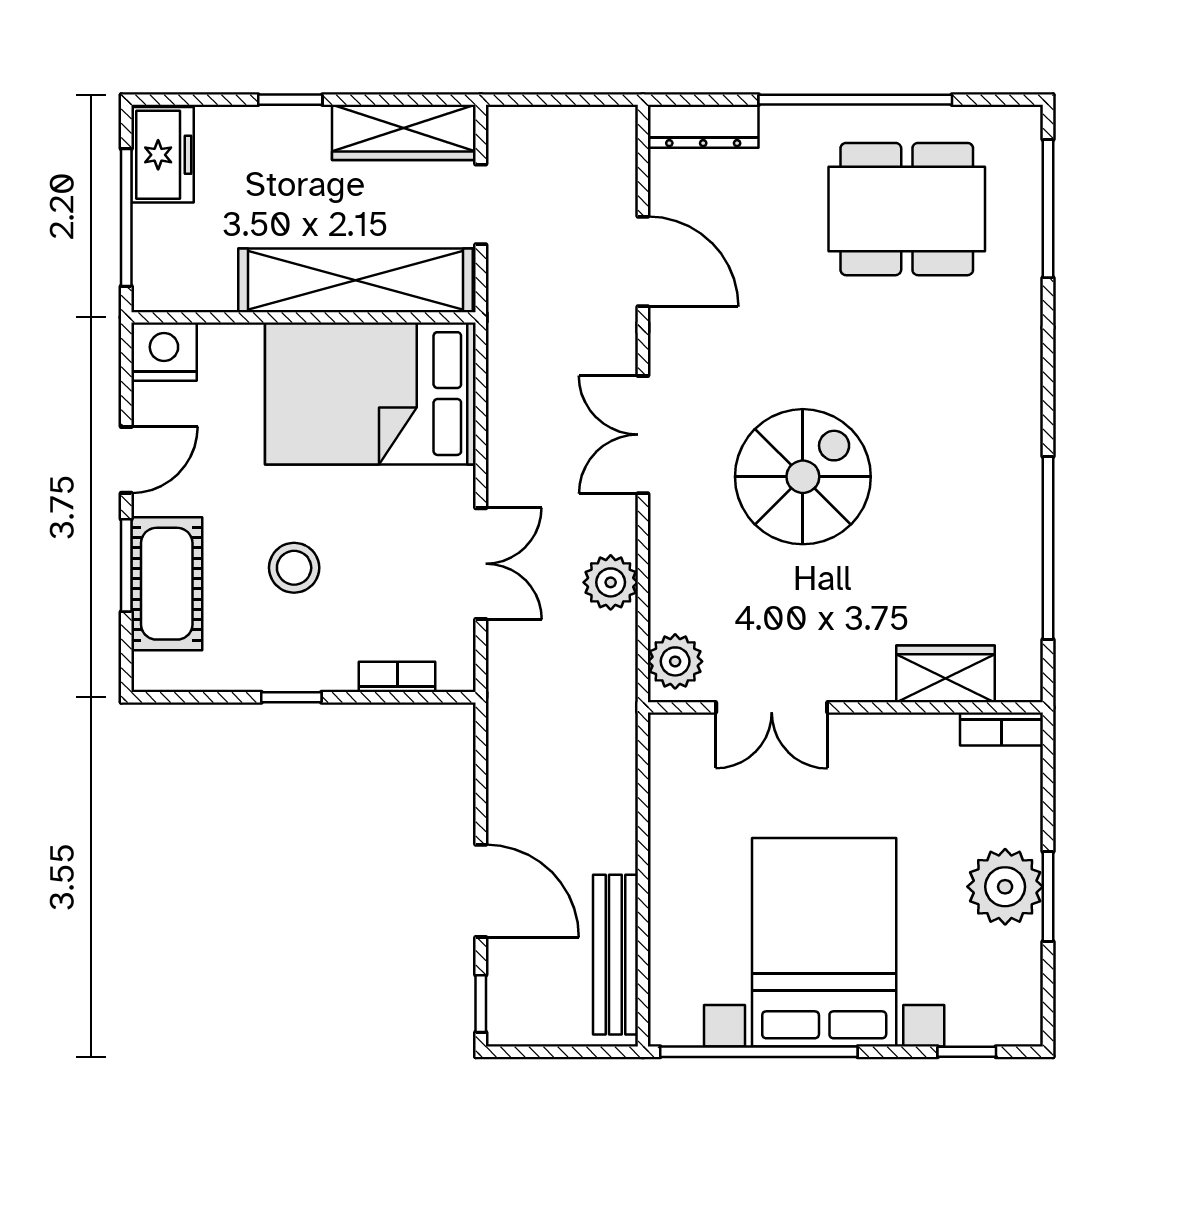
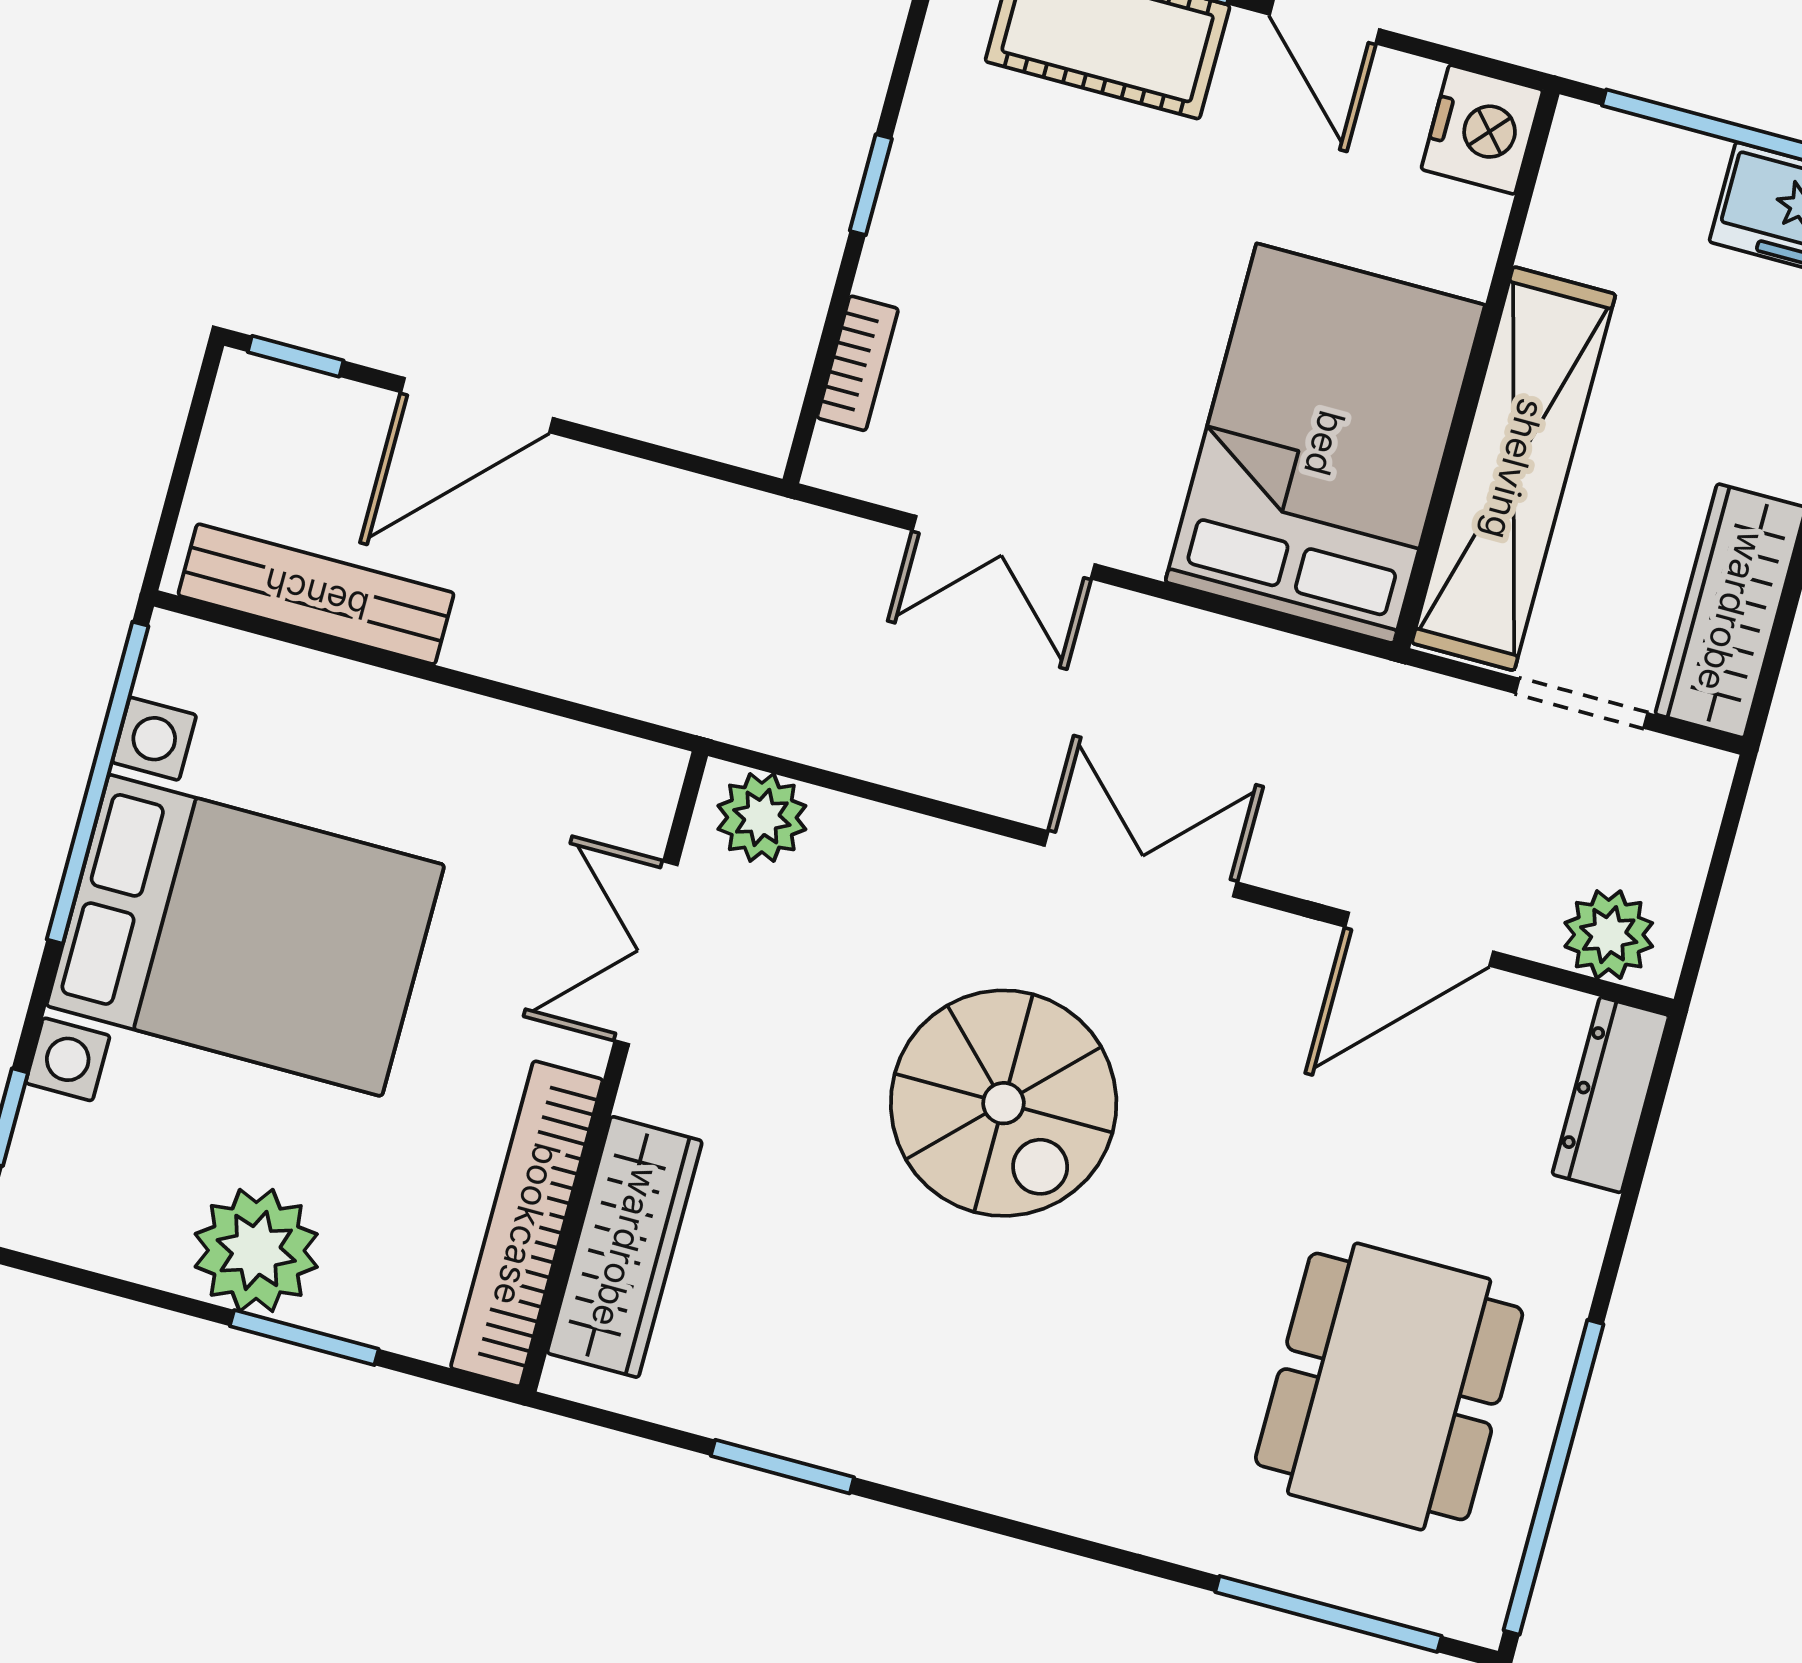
window: (855, 100) -> (1553, 1477), moved
window: (1048, 548) -> (782, 1467), width x0.47
stool: (294, 568) -> (1078, 245), removed
plant: (611, 582) -> (1609, 935), moved
wardrobe: (945, 674) -> (625, 1247), width x1.50
bookcase: (1002, 729) -> (527, 1224), width x2.31, depth x1.31
window: (1048, 896) -> (304, 1338), moved

